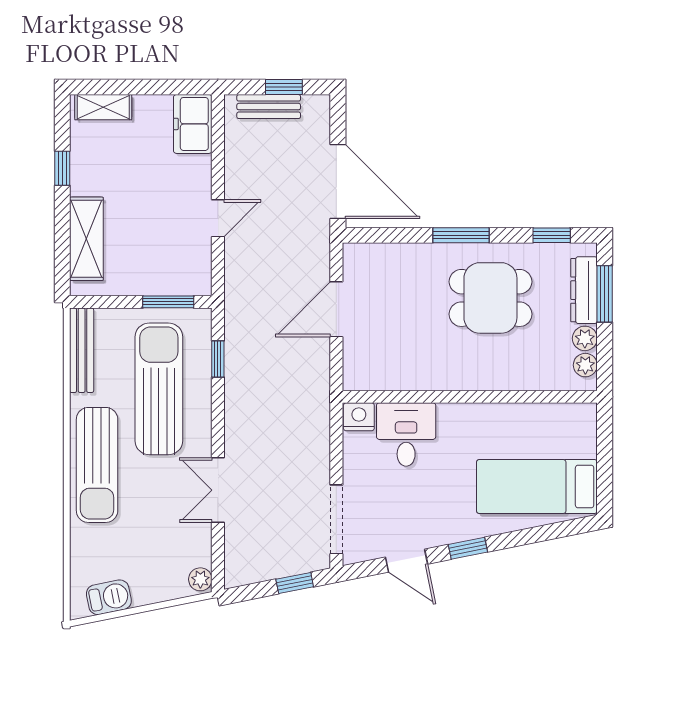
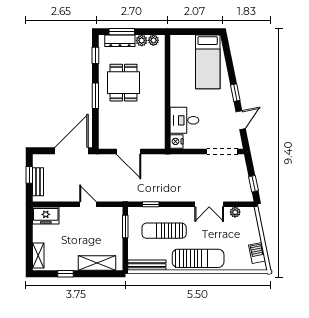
sun lounger: (159, 389) -> (164, 231), width x0.73, depth x0.75
plant: (200, 579) -> (235, 212), moved
window: (295, 583) -> (253, 184), moved

